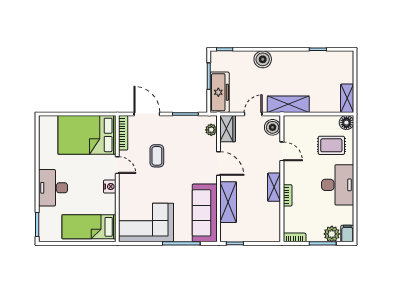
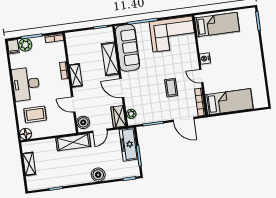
shelving: (347, 98) -> (29, 164), moved
bed: (87, 135) -> (229, 102), width x0.67
desk: (53, 188) -> (249, 51), removed

